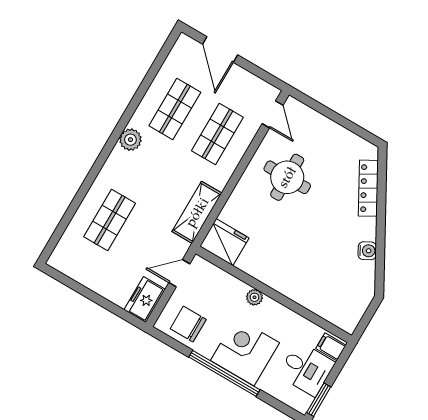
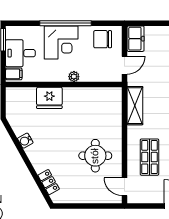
locker: (368, 188) -> (49, 182), width x0.66
fridge: (224, 242) -> (49, 98), moved
chair: (188, 324) -> (103, 39), turned 180

